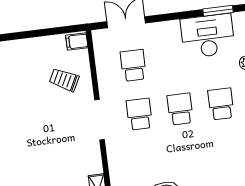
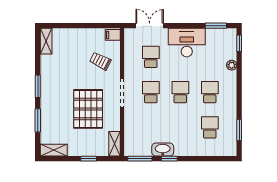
desk: (208, 36) -> (187, 43), moved
pallet: (55, 148) -> (88, 109), added
school desk: (227, 153) -> (210, 127), added

